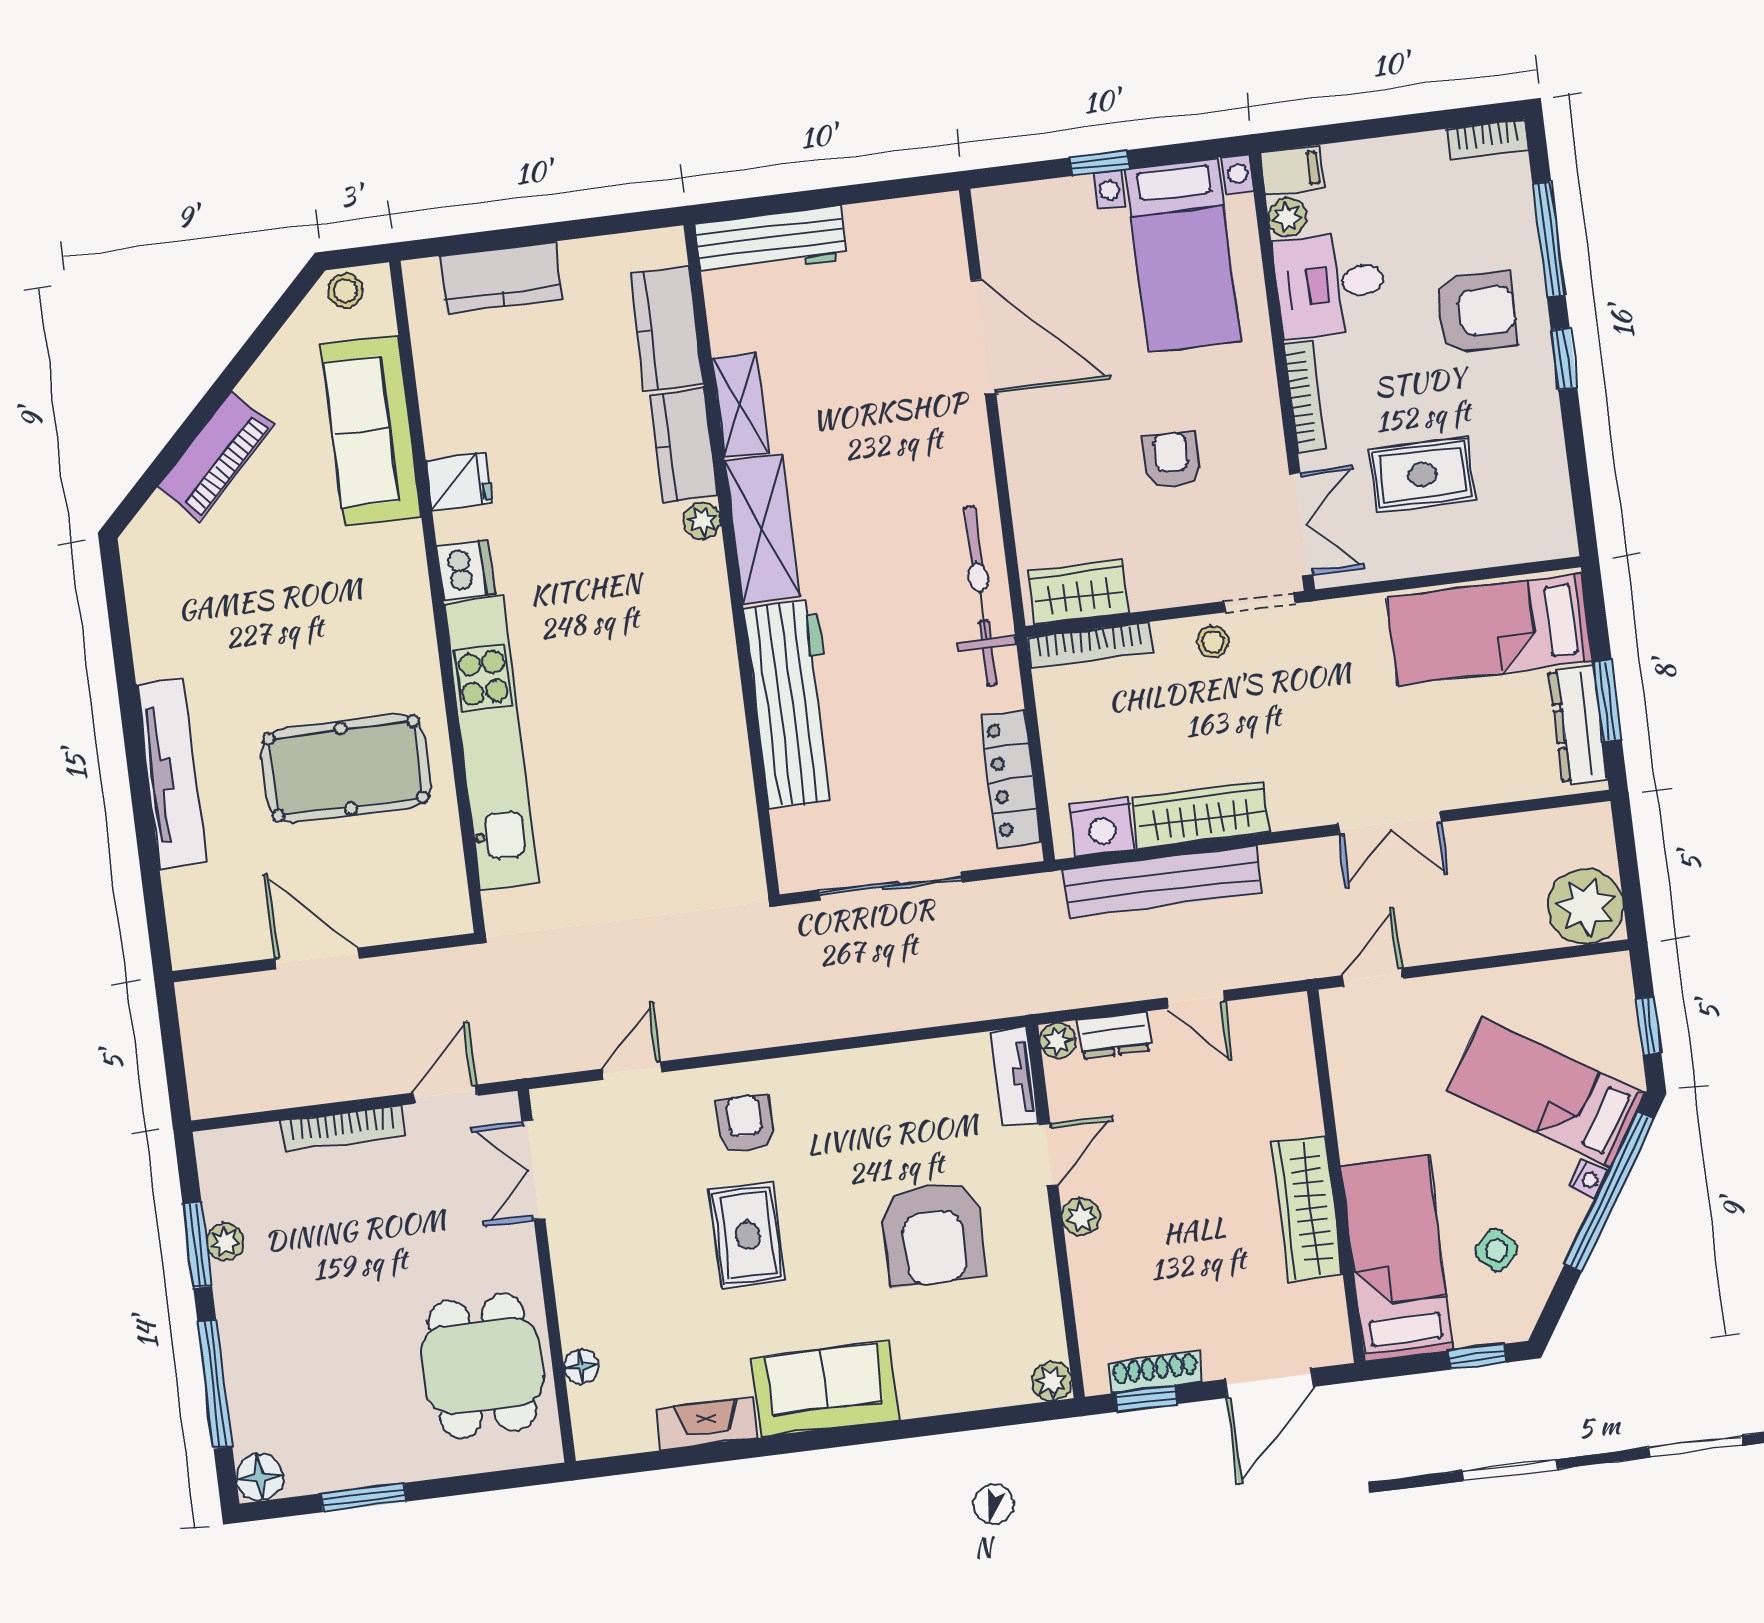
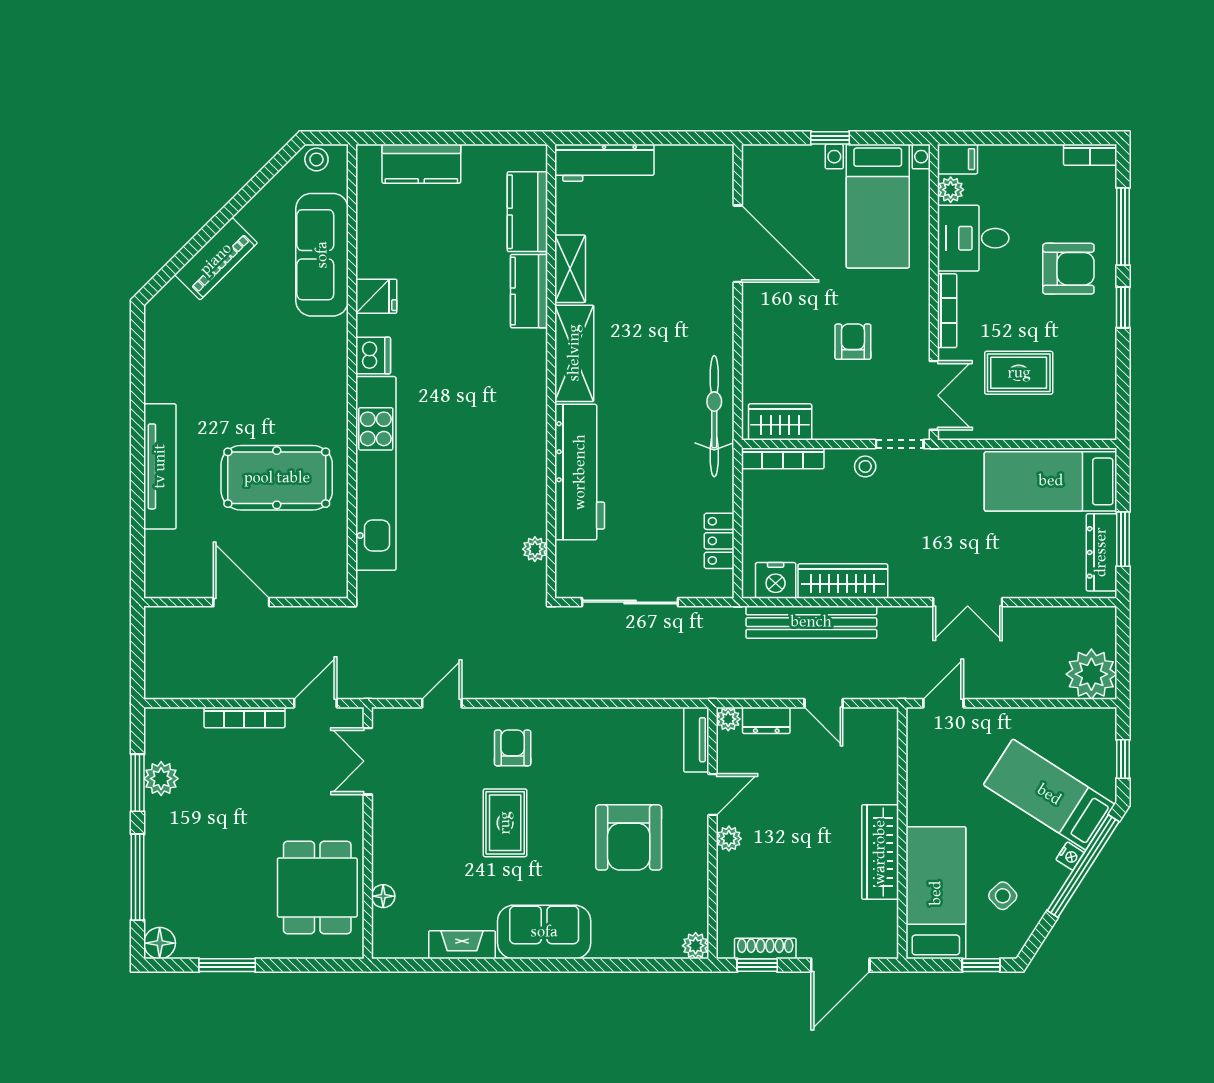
plant: (702, 521) -> (535, 549), moved
locker: (1011, 779) -> (719, 541), width x0.66
plant: (225, 1242) -> (161, 779), width x1.38, depth x1.38

